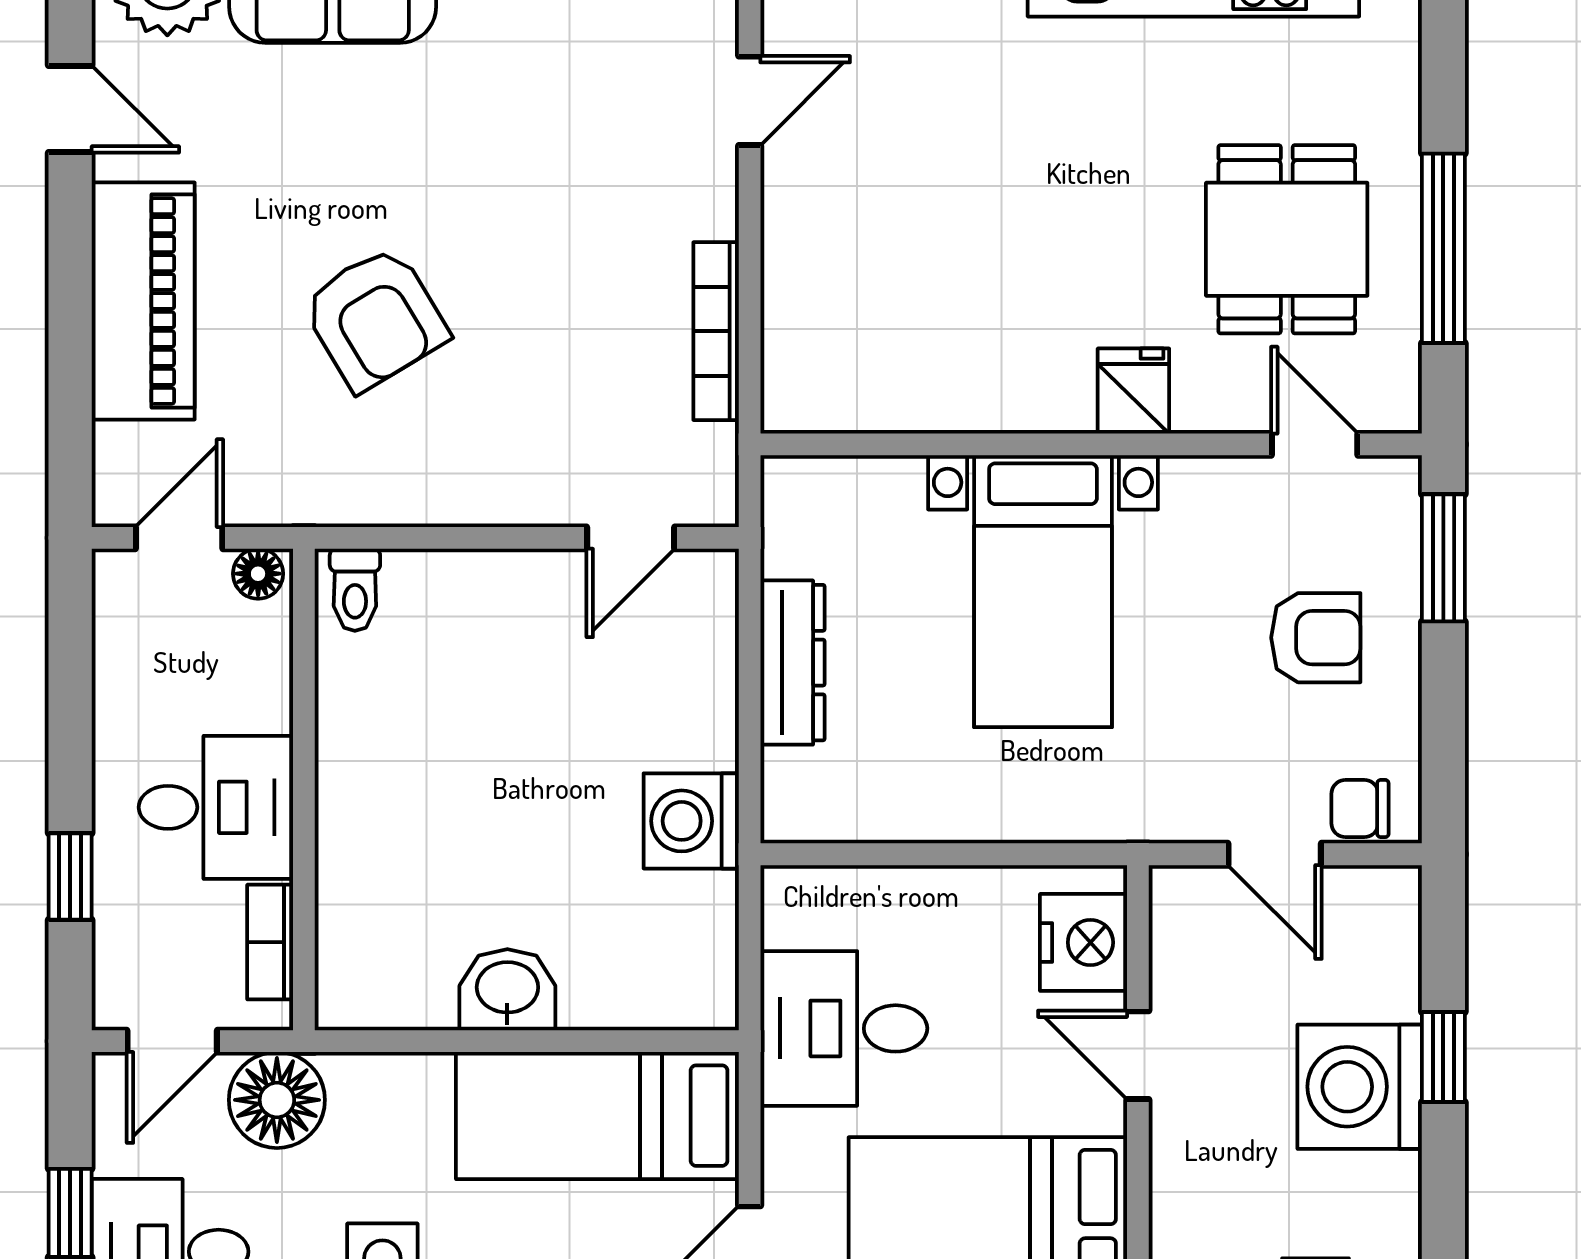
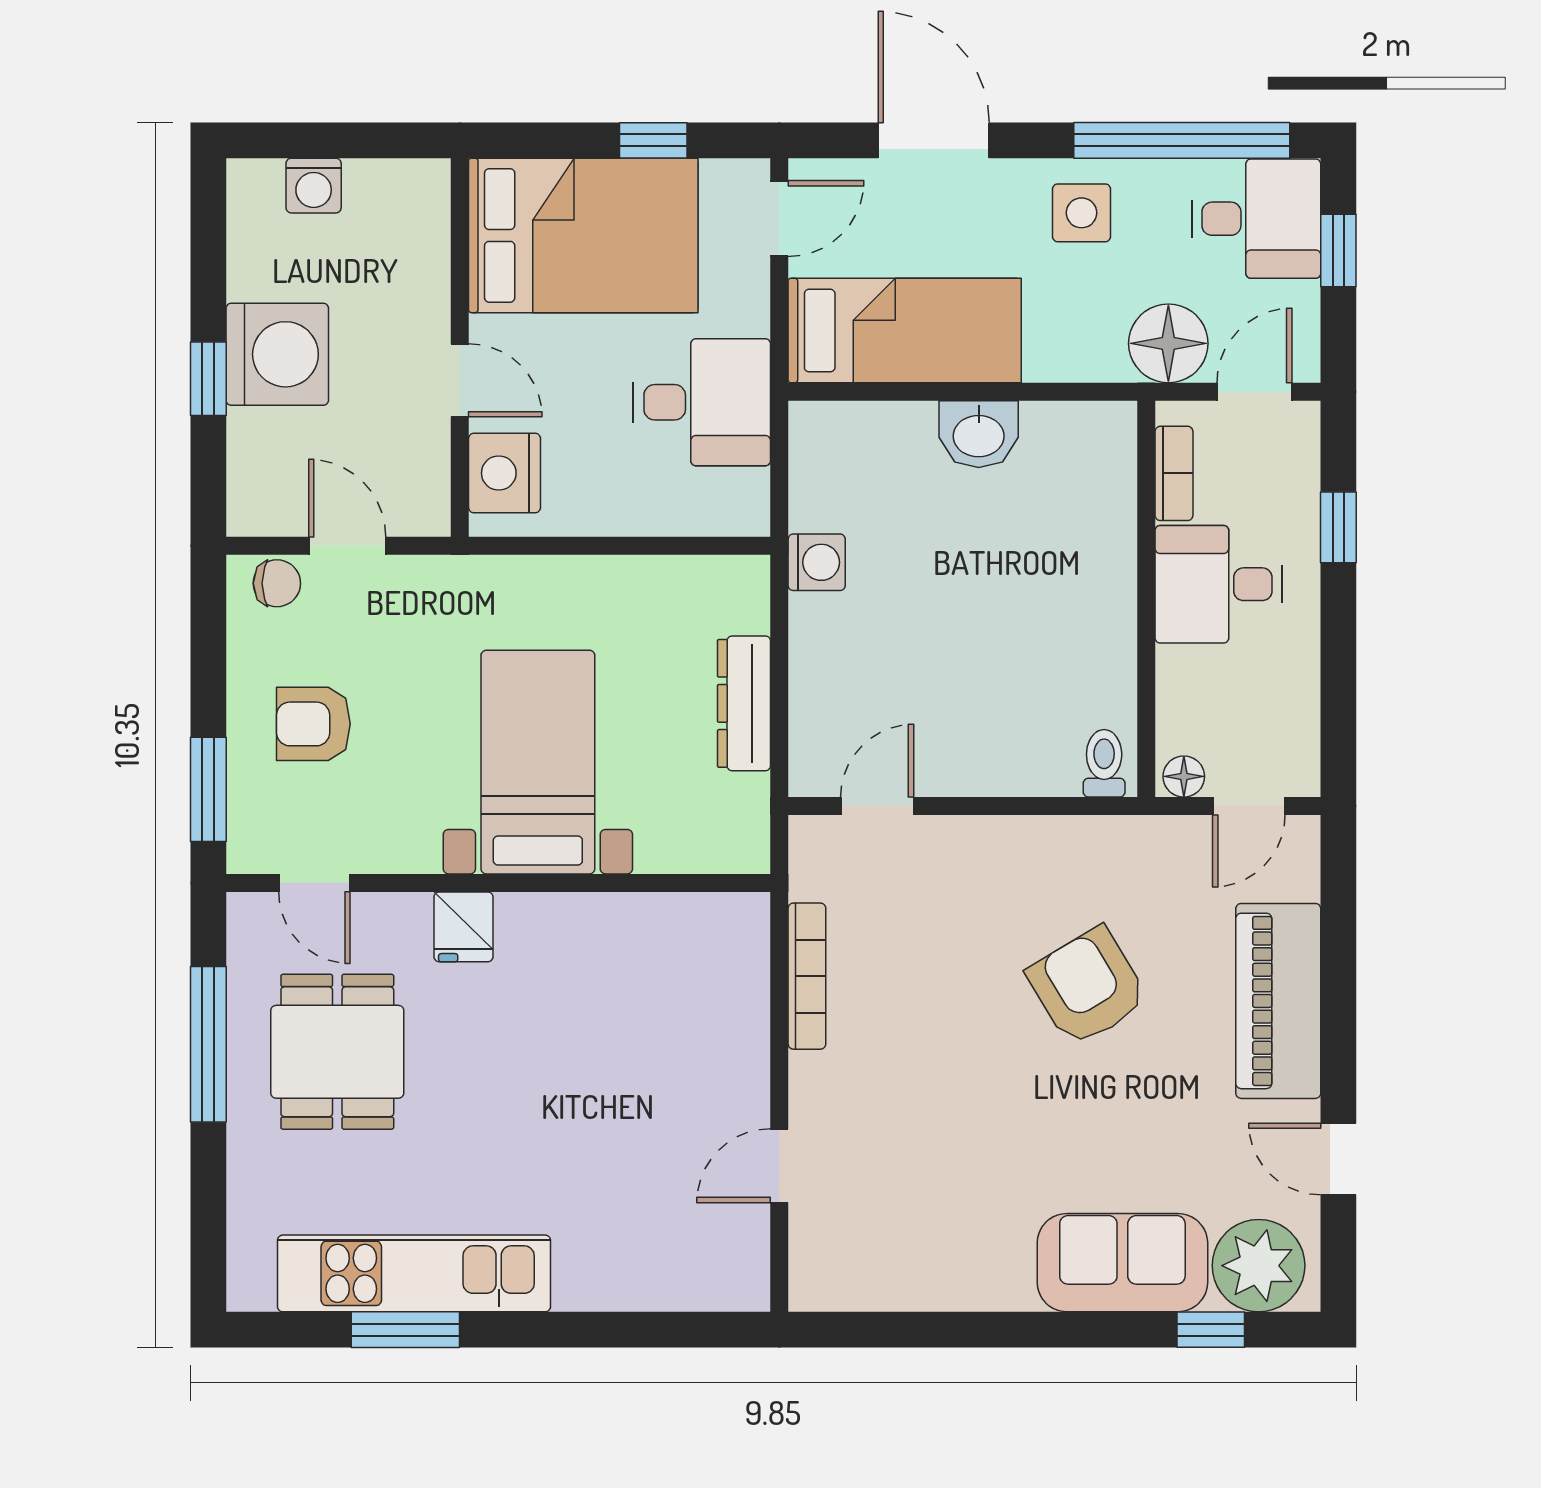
washing machine: (691, 821) -> (817, 562), width x0.73, depth x0.73

